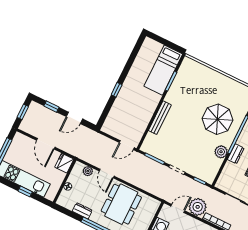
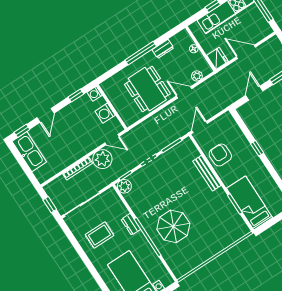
armchair: (139, 116) -> (220, 155), added
plant: (221, 152) -> (124, 186), moved
door: (178, 208) -> (112, 140), hinge flipped

